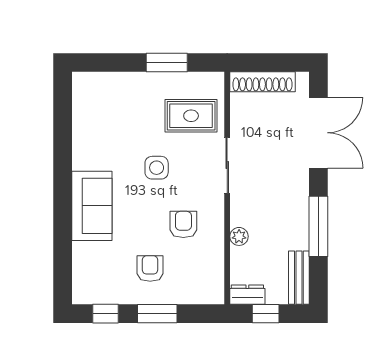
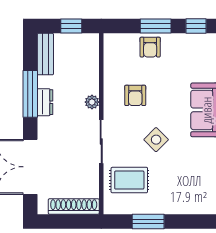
side table: (157, 168) -> (156, 140), turned 45
plant: (239, 236) -> (92, 102), moved
armchair: (150, 268) -> (150, 47), moved
dresser: (247, 295) -> (45, 102), moved, turned -90

